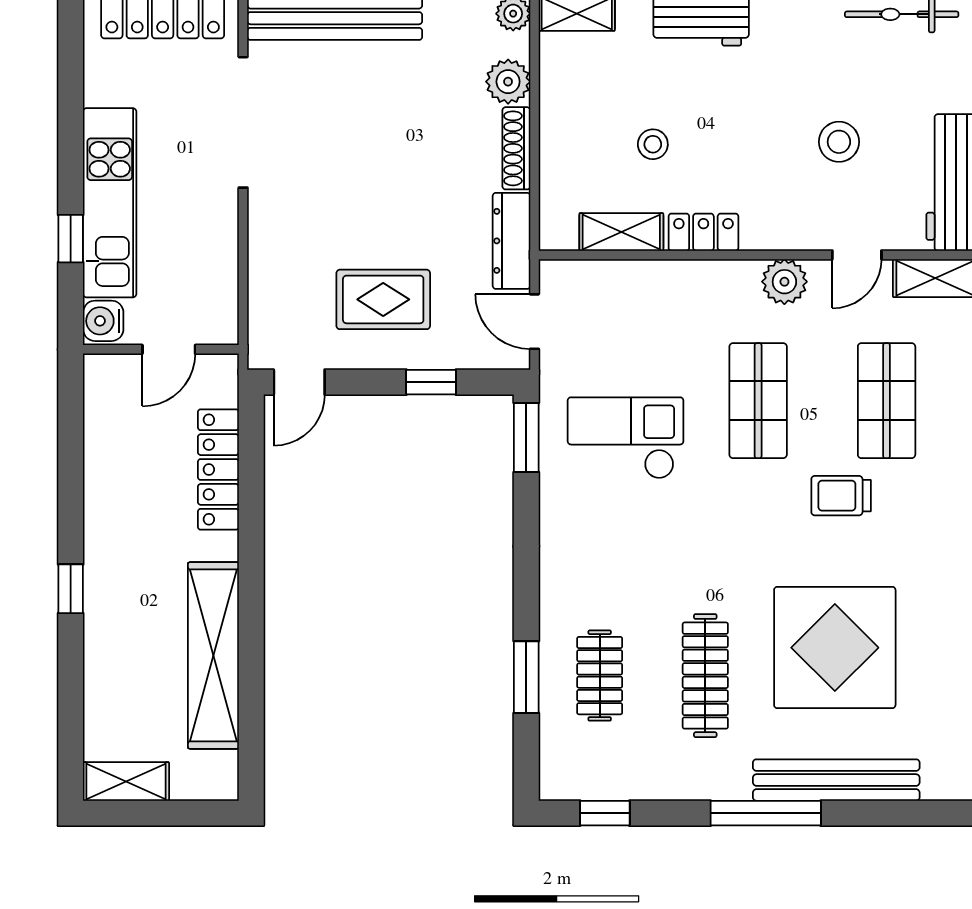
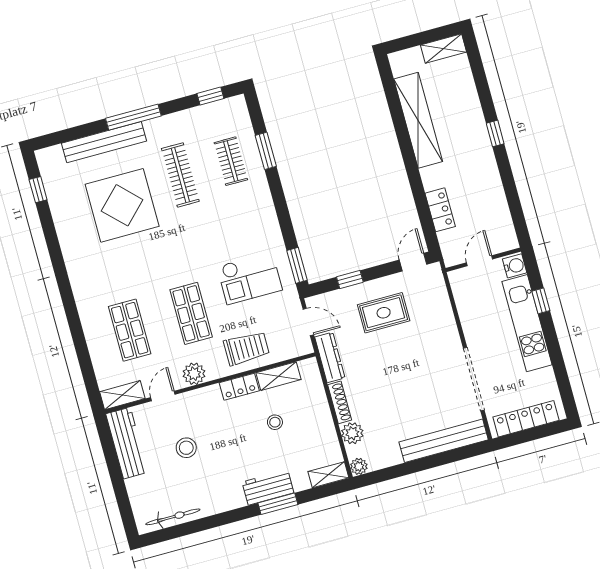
locker: (218, 469) -> (440, 210), width x0.66
trolley: (841, 496) -> (246, 348), moved, width x1.36, depth x1.39

